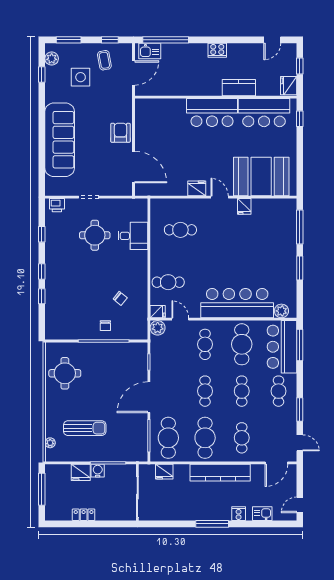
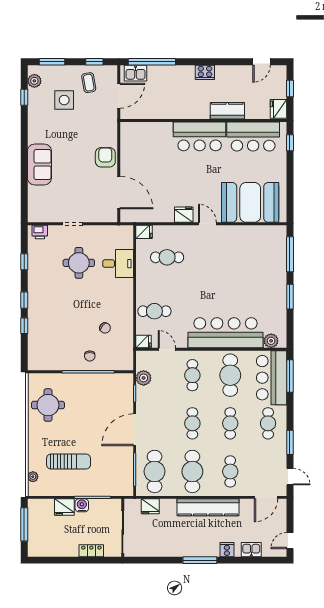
sofa: (60, 140) -> (39, 164), width x0.54, depth x0.79
fridge: (244, 206) -> (144, 232), moved, turned -90
plant: (158, 328) -> (144, 378), moved
locker: (84, 515) -> (91, 551), moved

